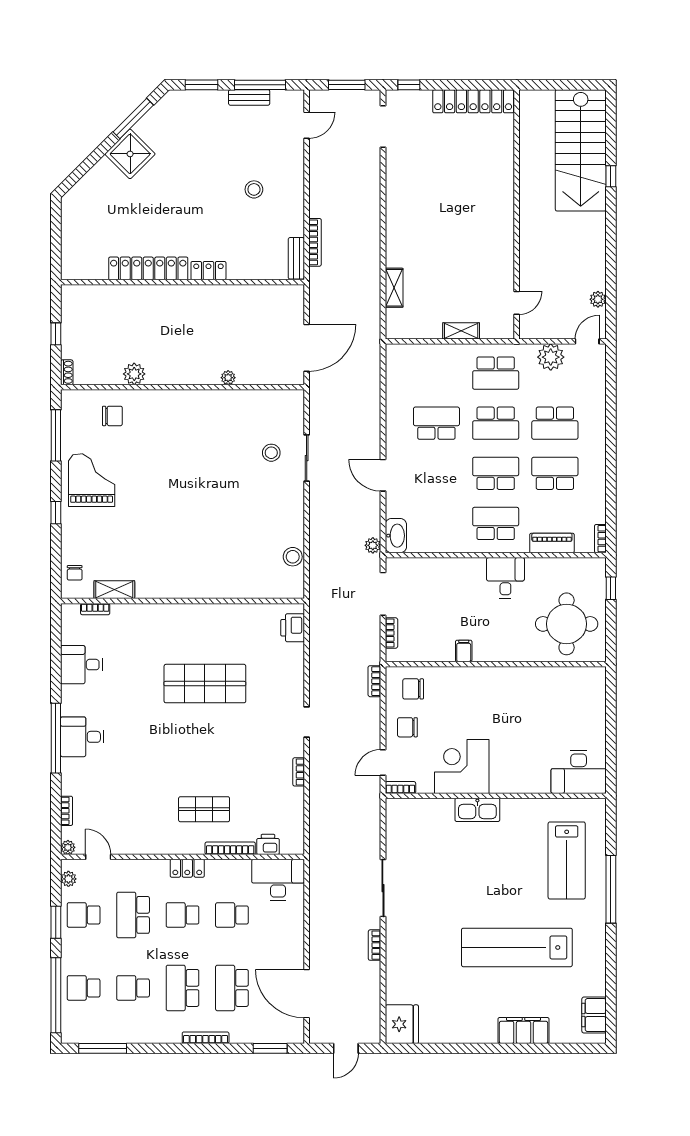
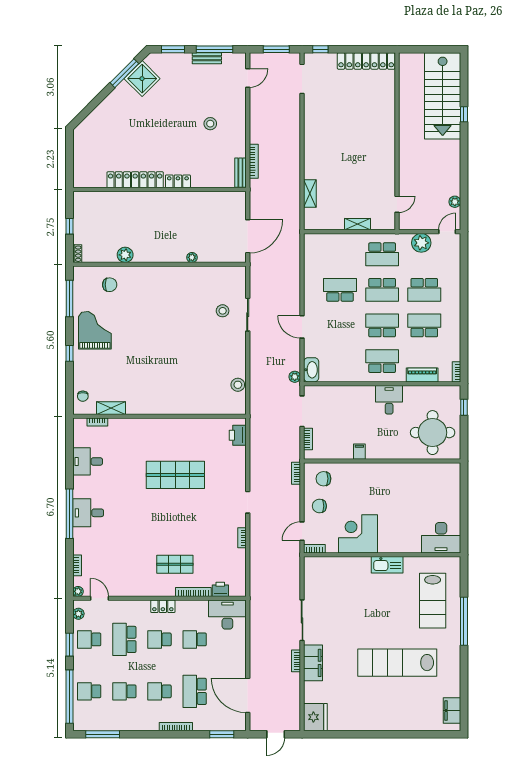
shower: (130, 154) -> (142, 79), moved
kitchen sink: (477, 810) -> (387, 565), moved
school desk: (182, 988) -> (159, 691), width x0.54
filing cabinet: (524, 1031) -> (313, 663), moved, turned 90

